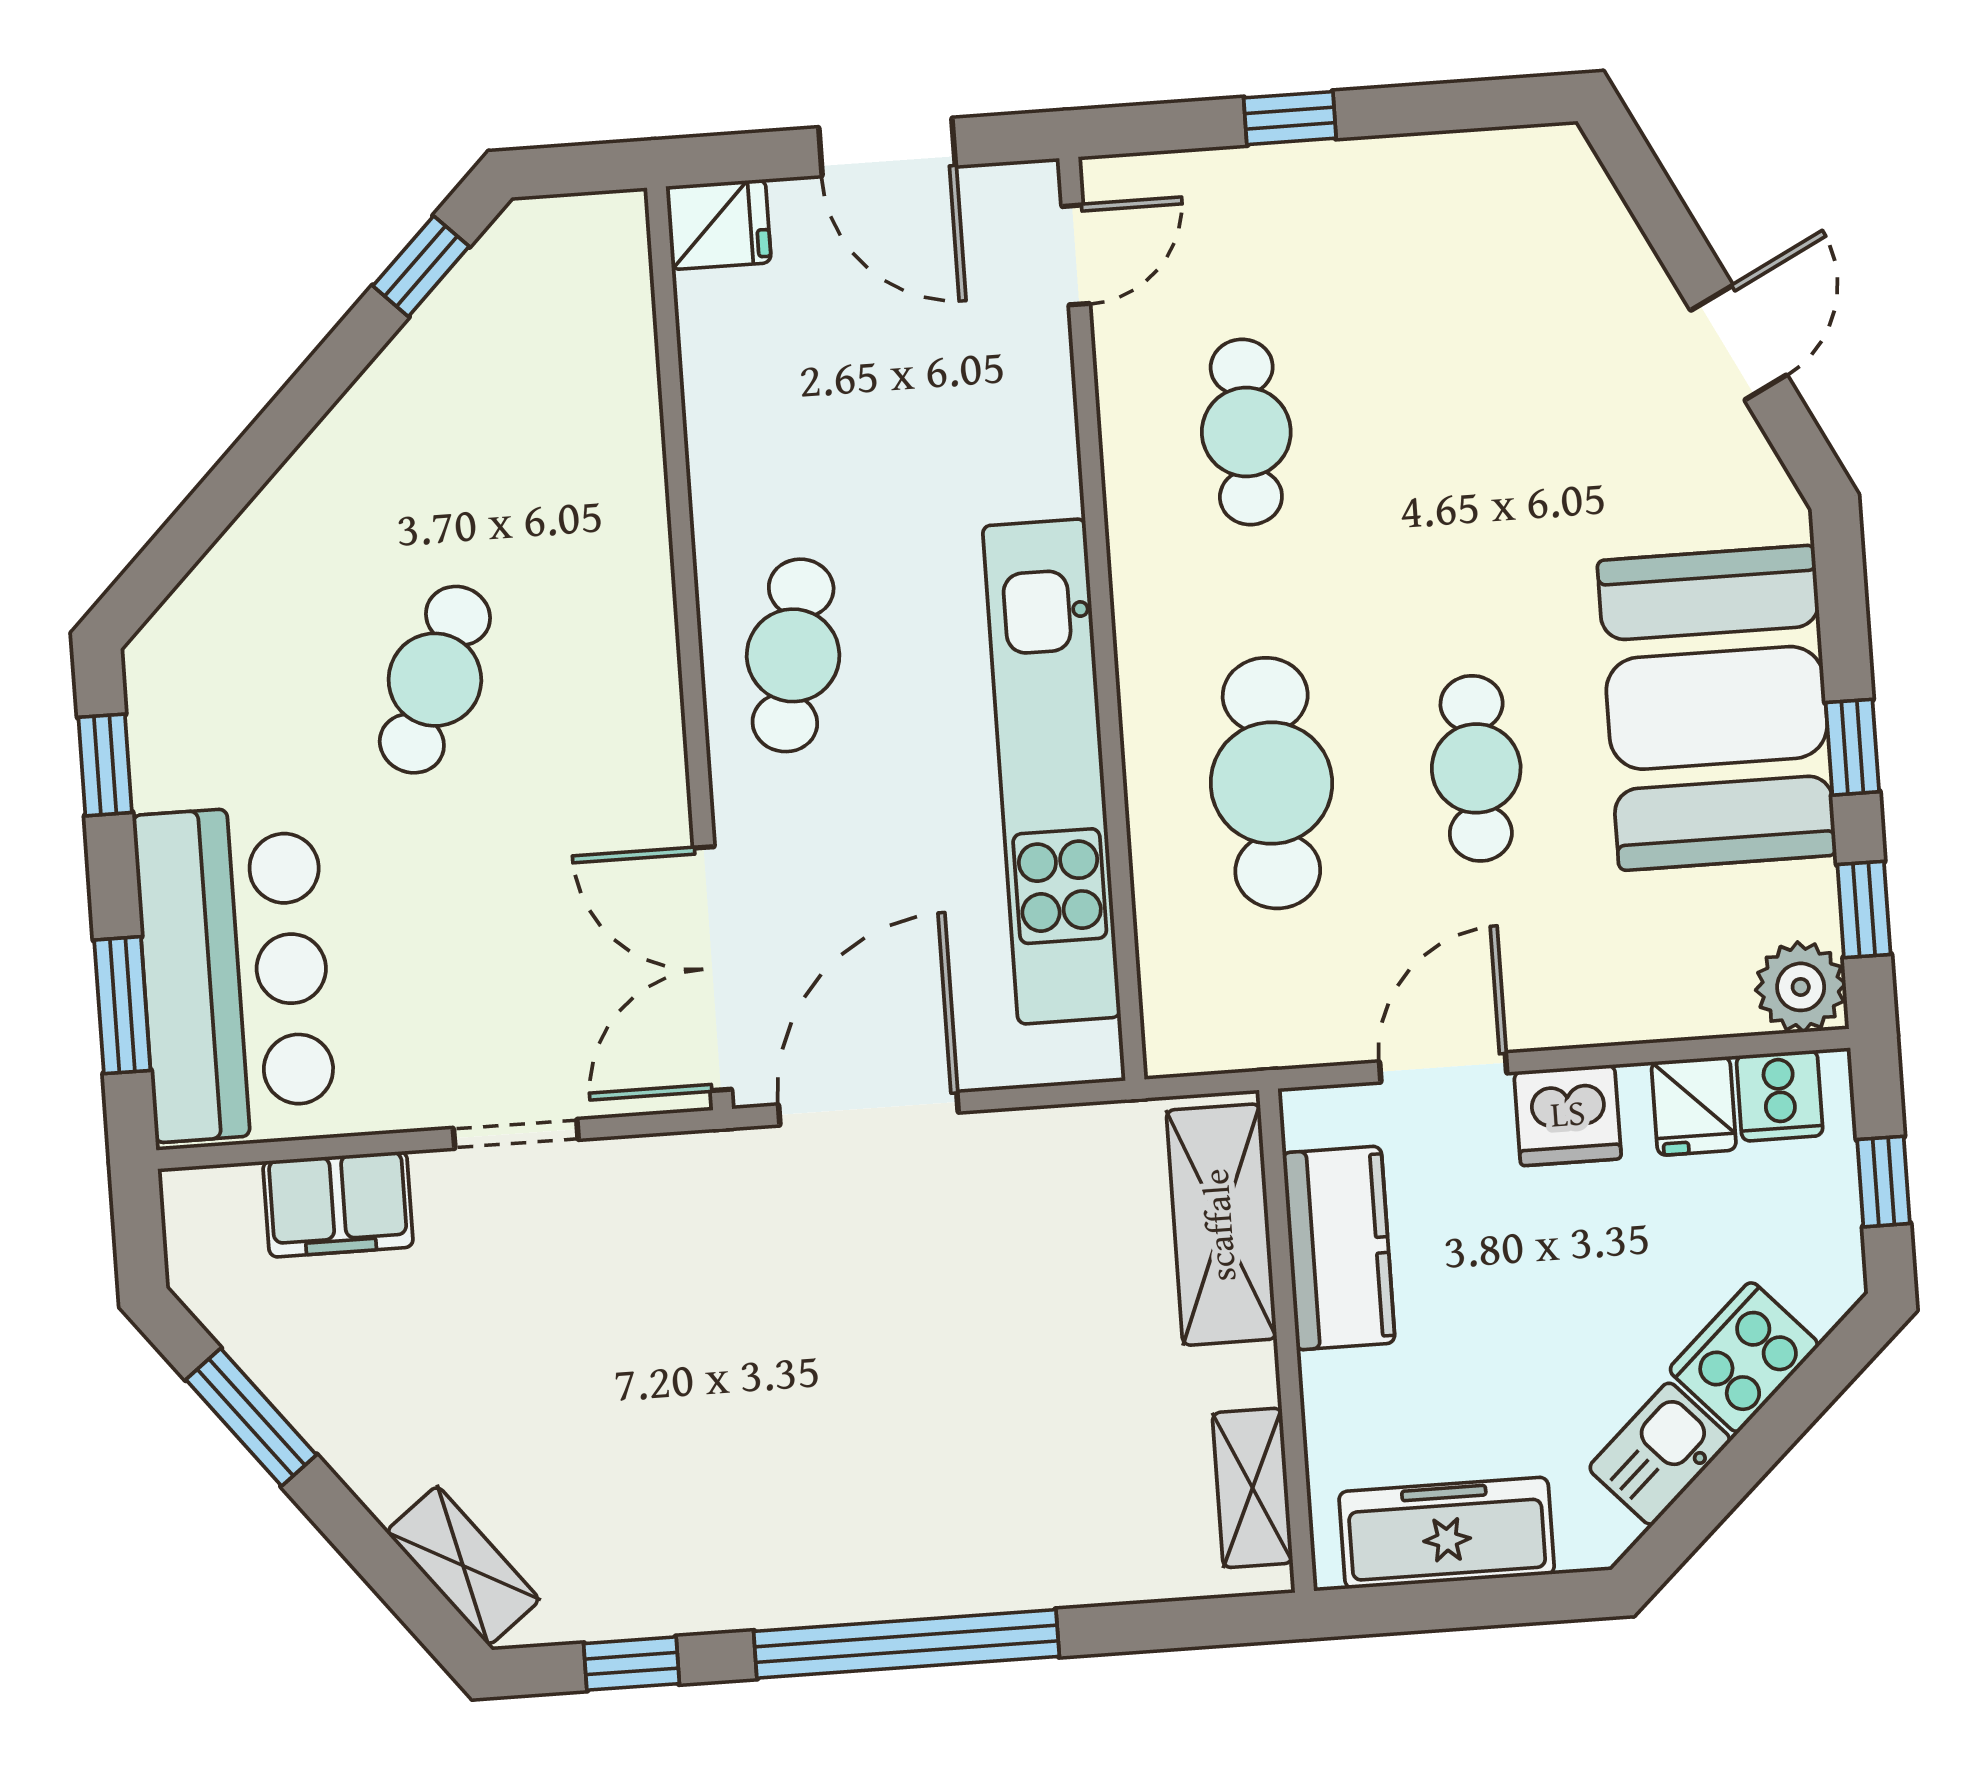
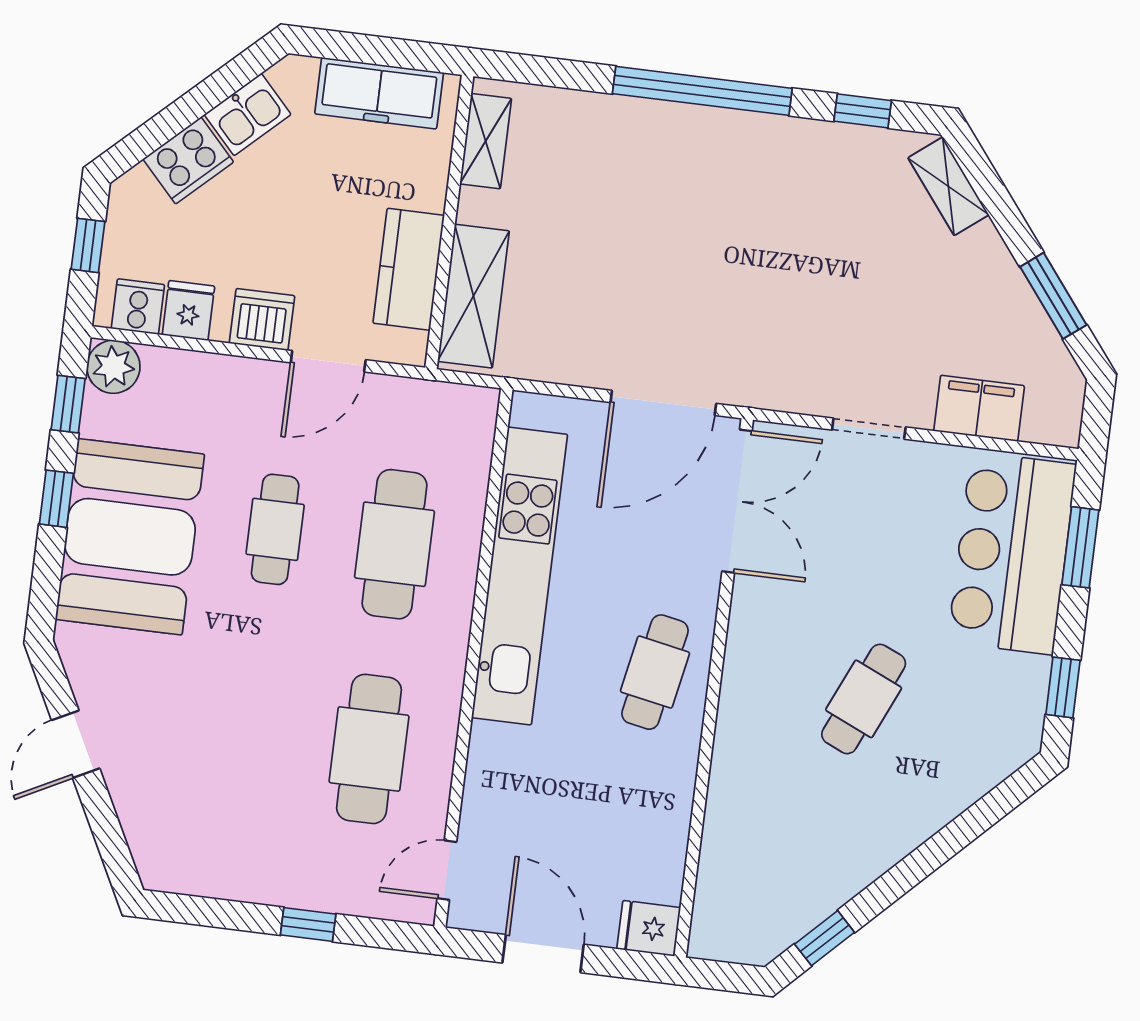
cafe table: (1246, 432) -> (369, 749), width x1.37, depth x1.35

